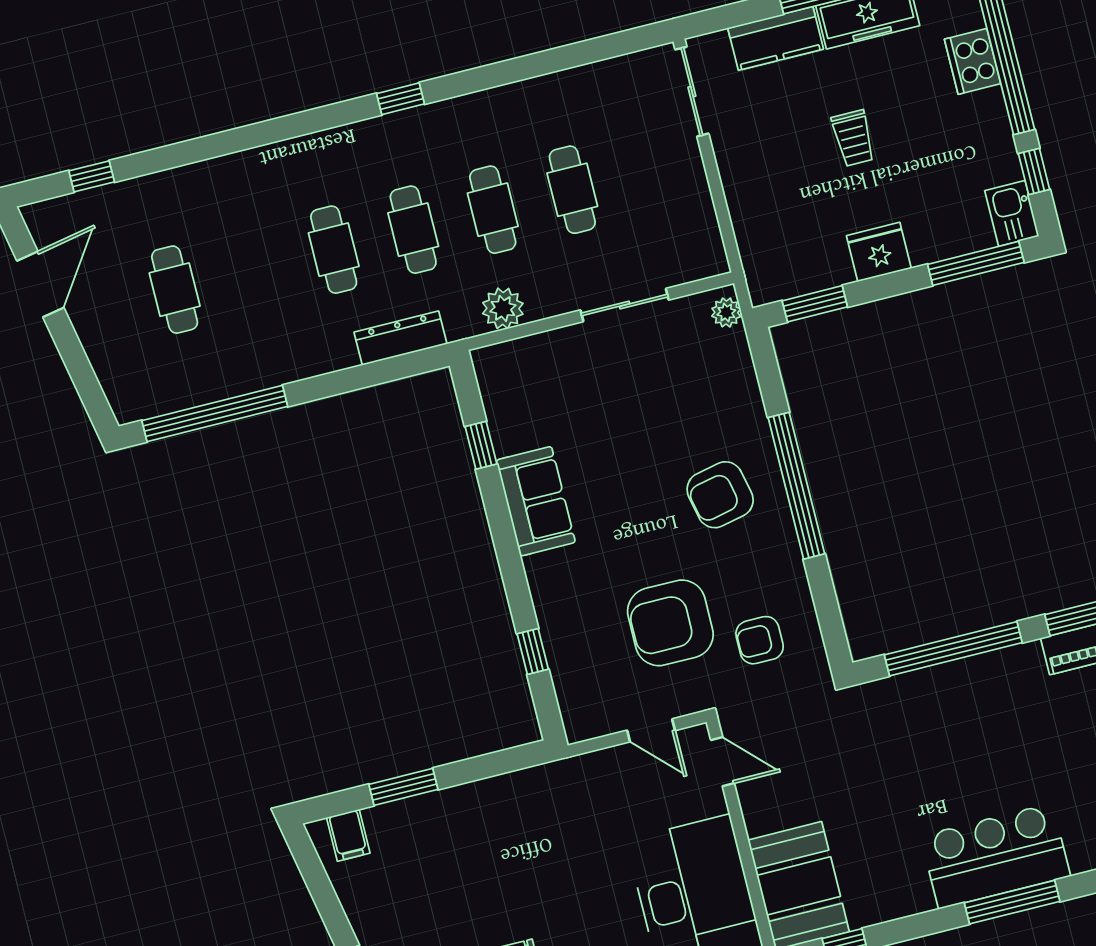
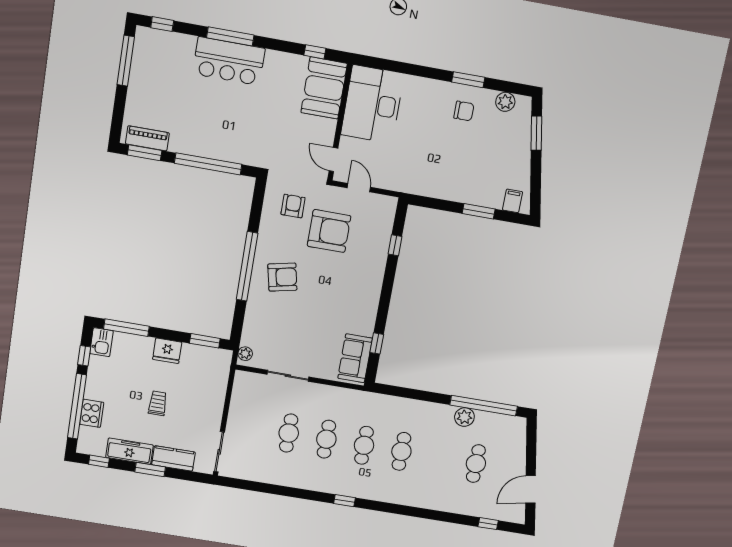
plant: (503, 308) -> (464, 417), moved
dresser: (401, 338) -> (390, 403), removed
sofa: (536, 501) -> (355, 358), moved
armchair: (760, 640) -> (293, 206), turned -90

